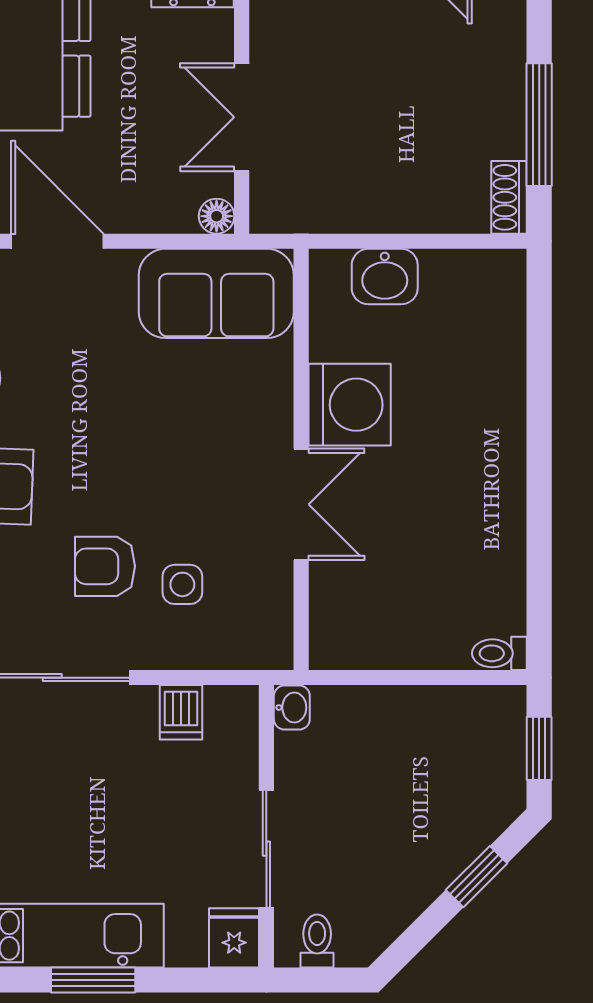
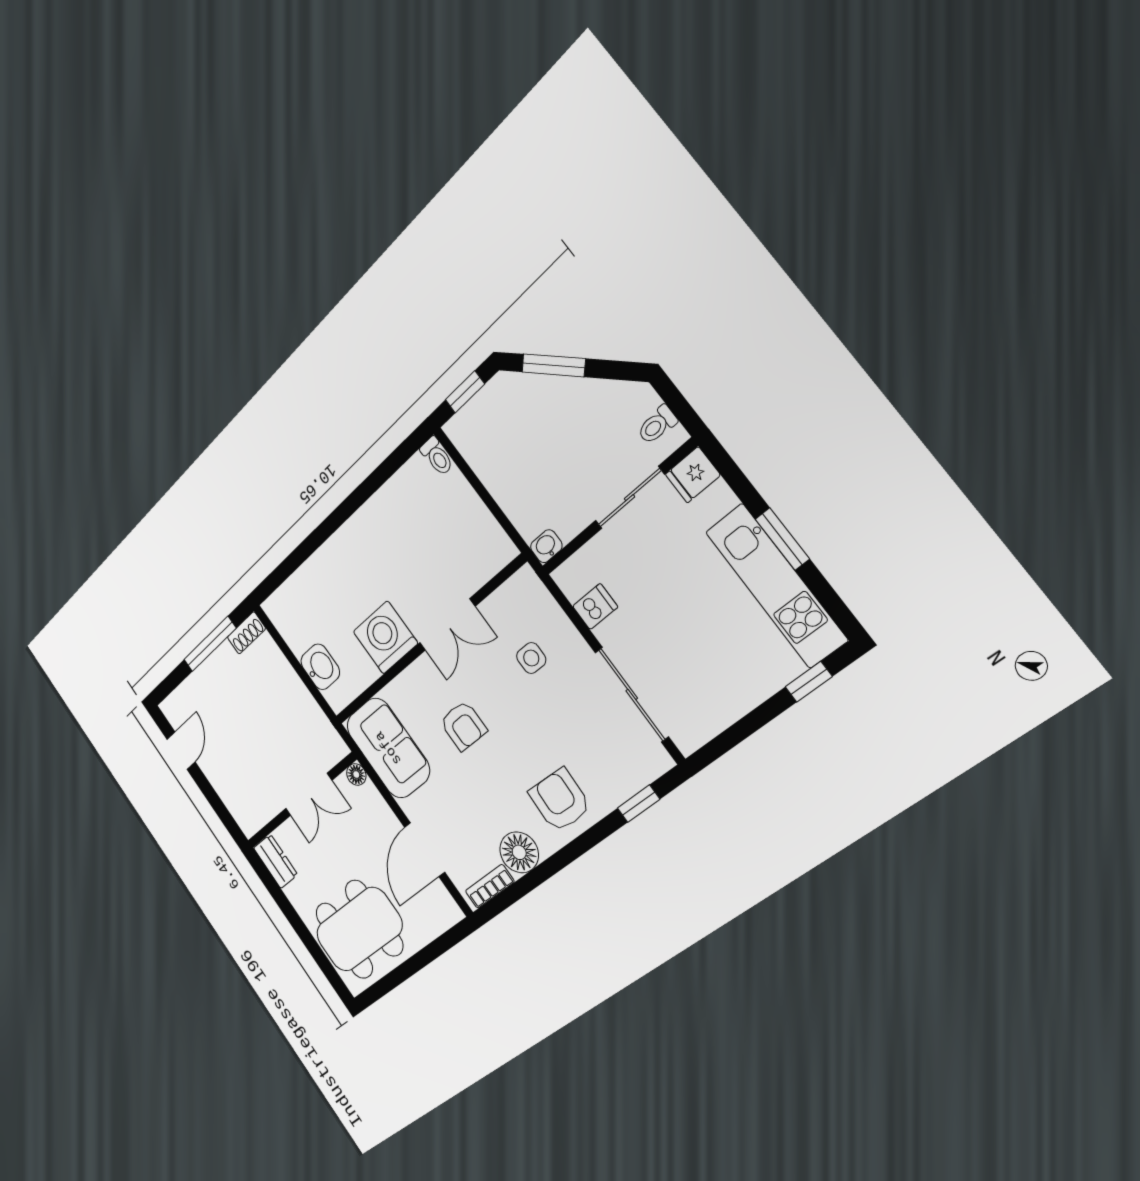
double door: (301, 504) -> (447, 625), swing flipped
armchair: (105, 566) -> (463, 726), moved
window: (477, 877) -> (554, 365), width x1.50

